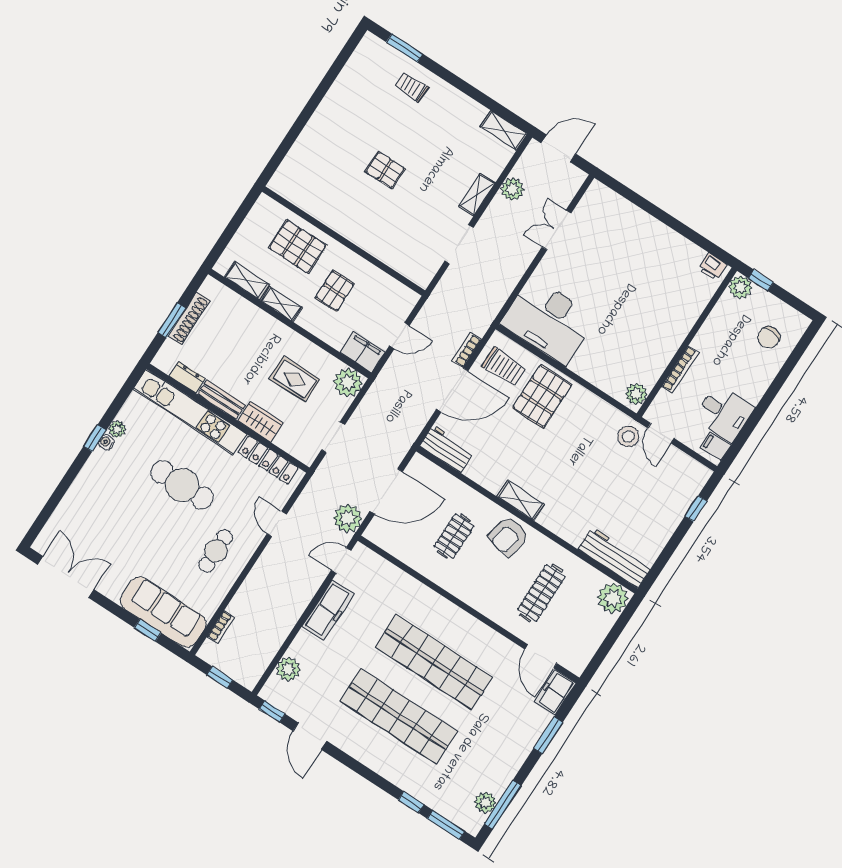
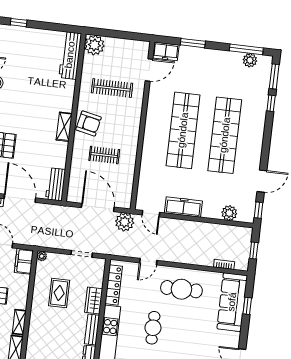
plant: (348, 382) -> (42, 256), width x0.53, depth x0.53
cafe table: (182, 485) -> (153, 328), width x0.73, depth x0.74
cafe table: (216, 551) -> (181, 289), width x1.37, depth x1.35

